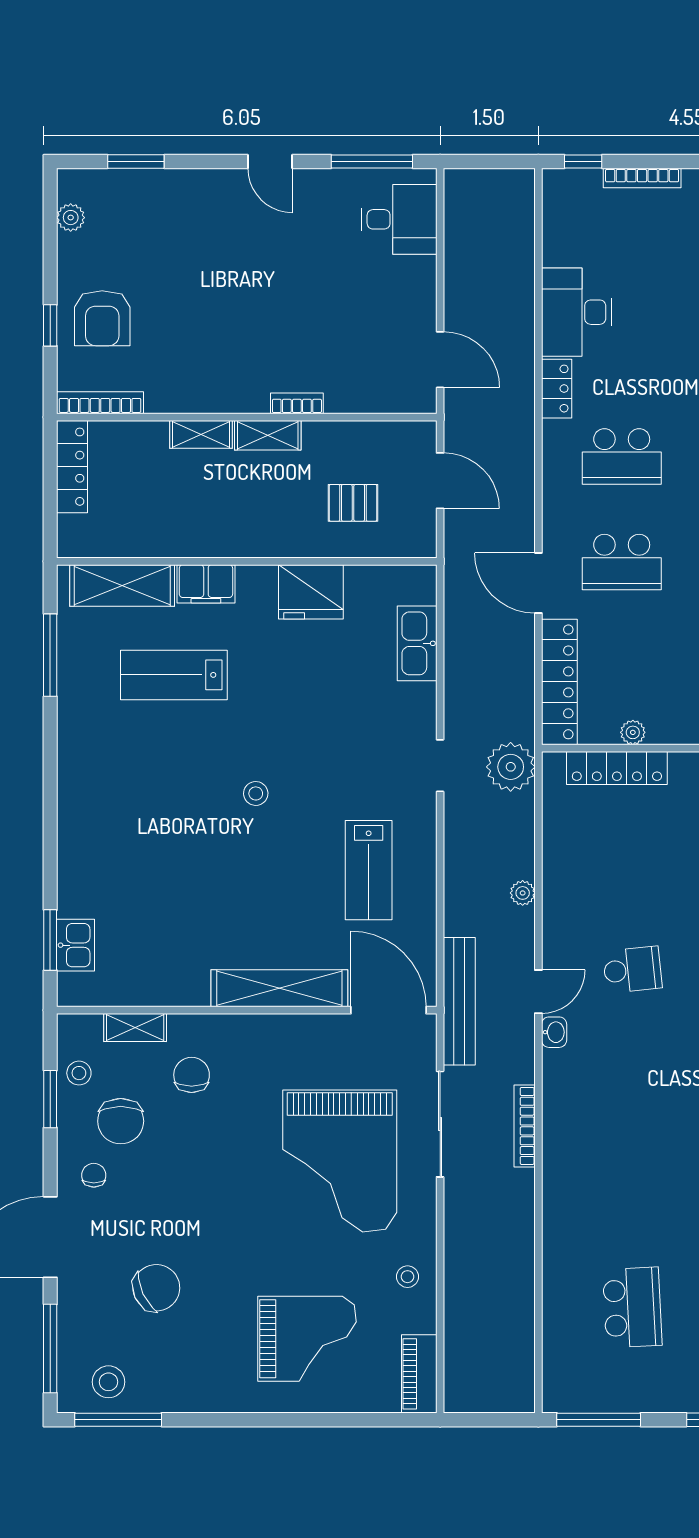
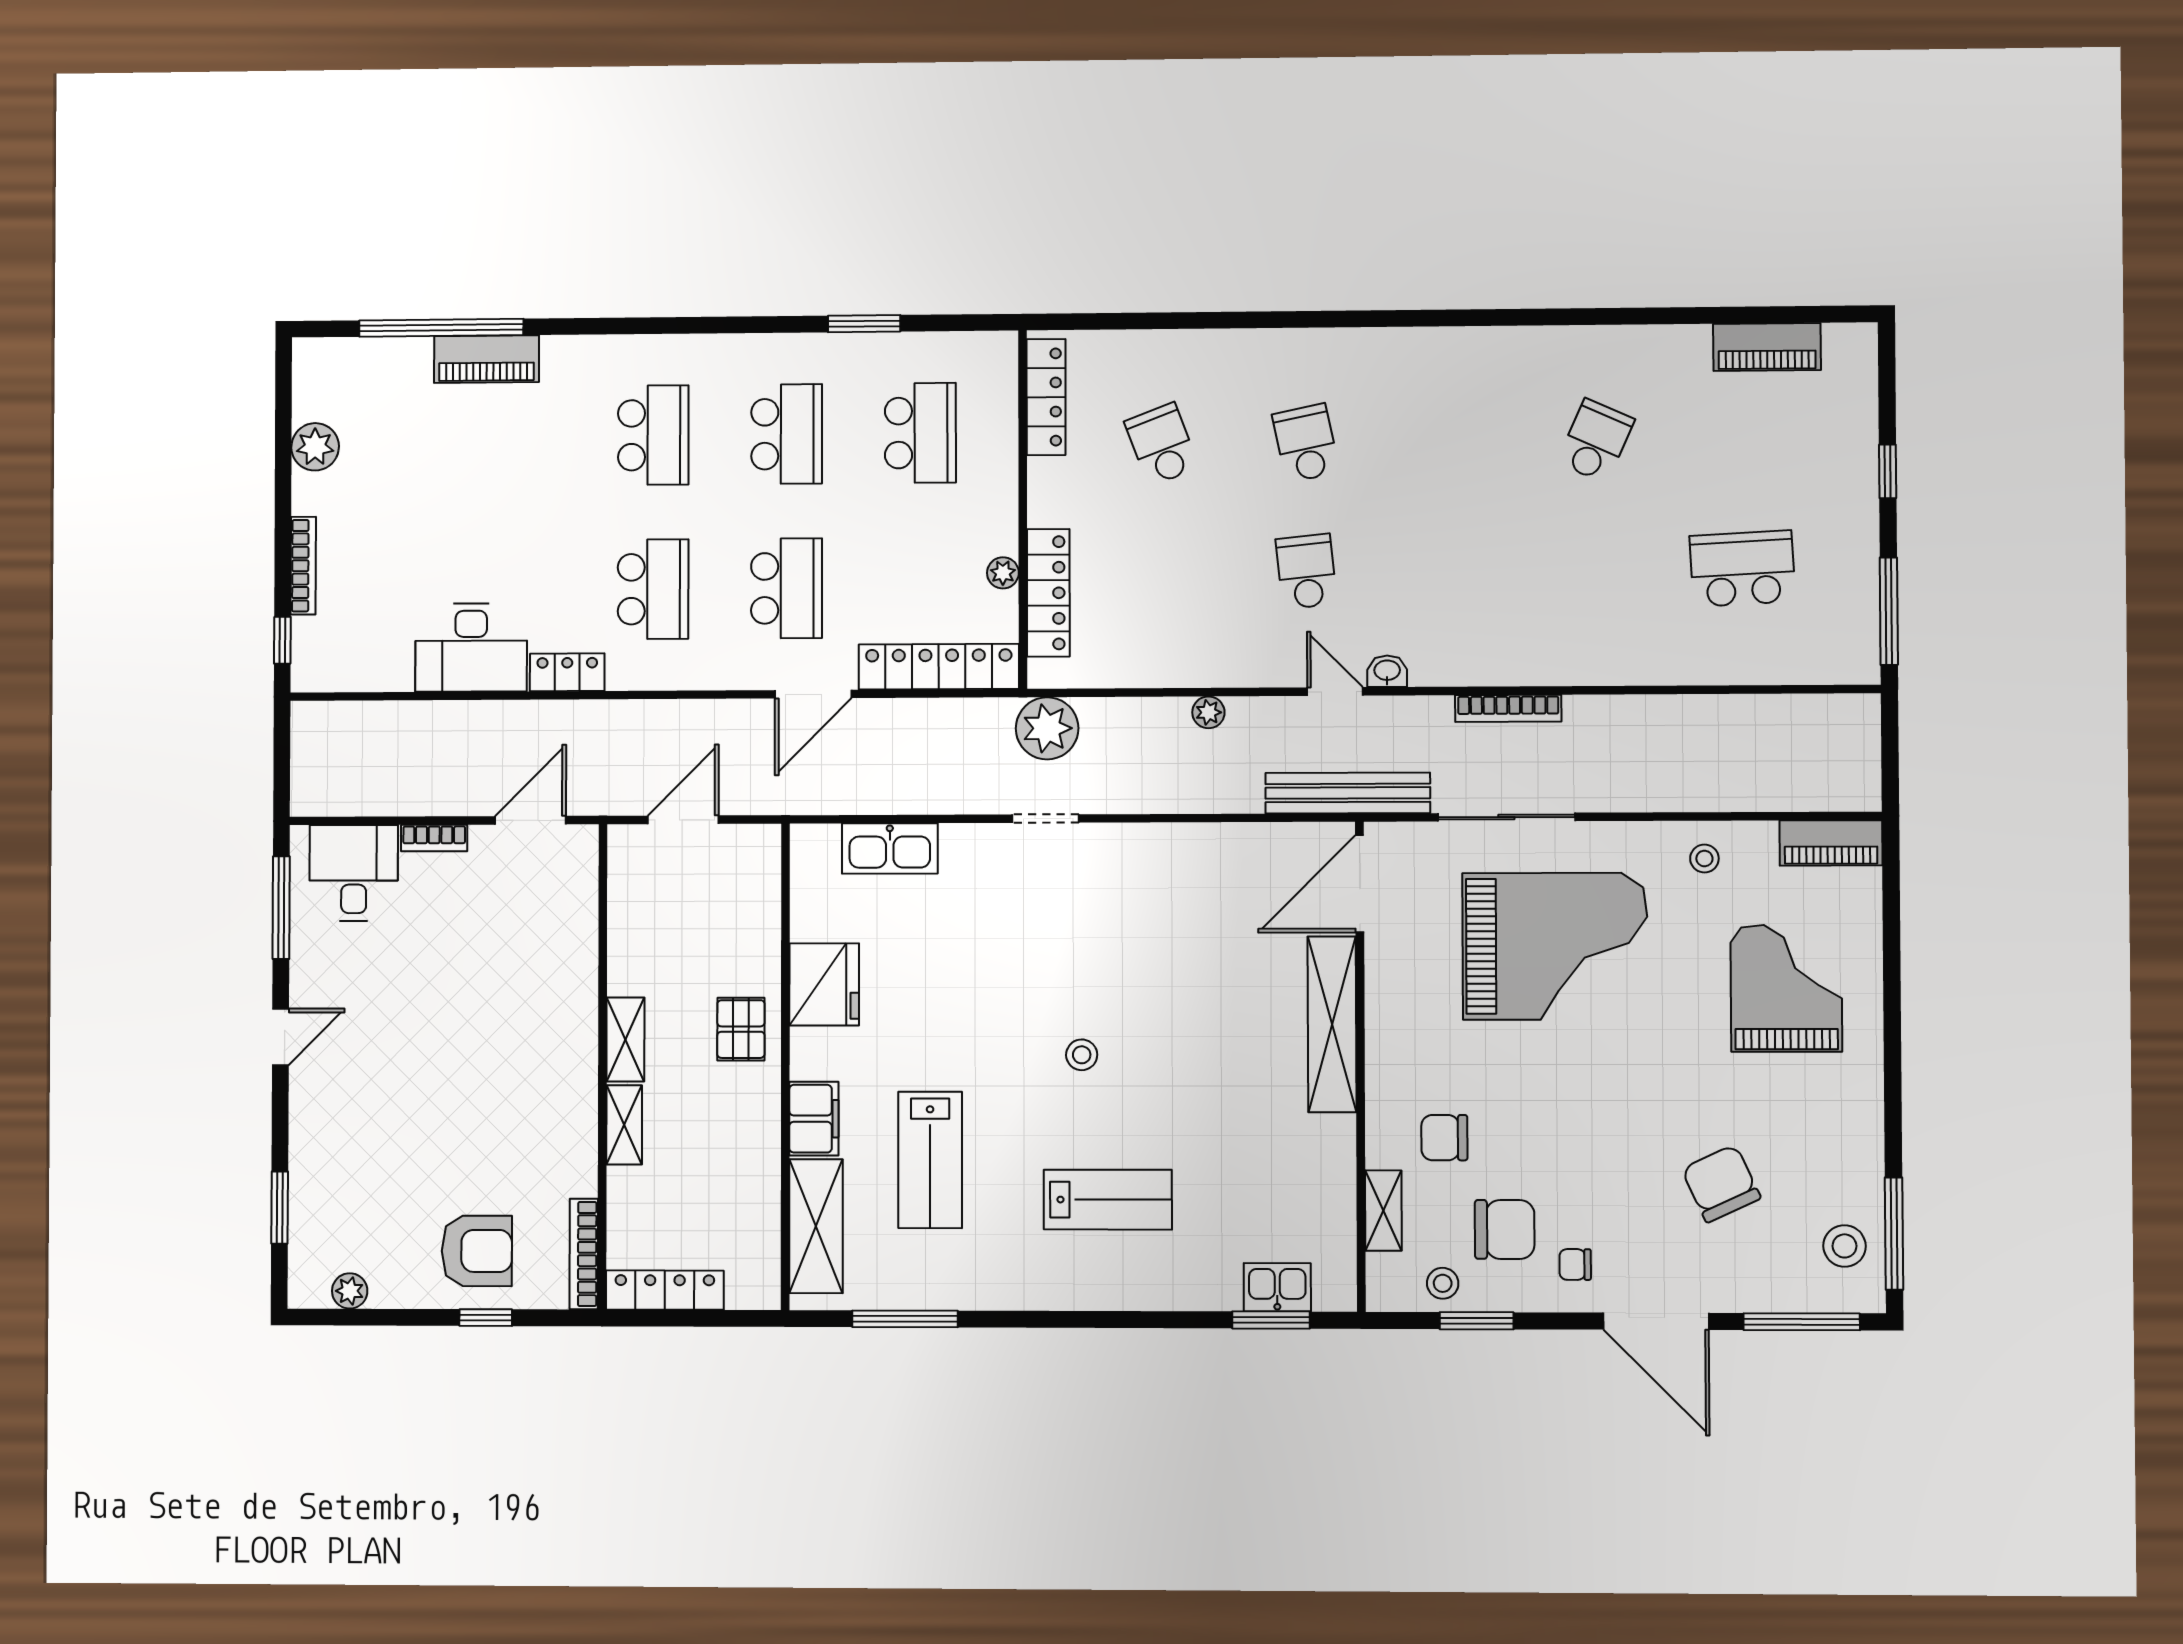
bookcase: (297, 403) -> (434, 838), moved, turned -90
pallet: (353, 503) -> (741, 1029), moved
lab bench: (369, 870) -> (1108, 1200), moved

